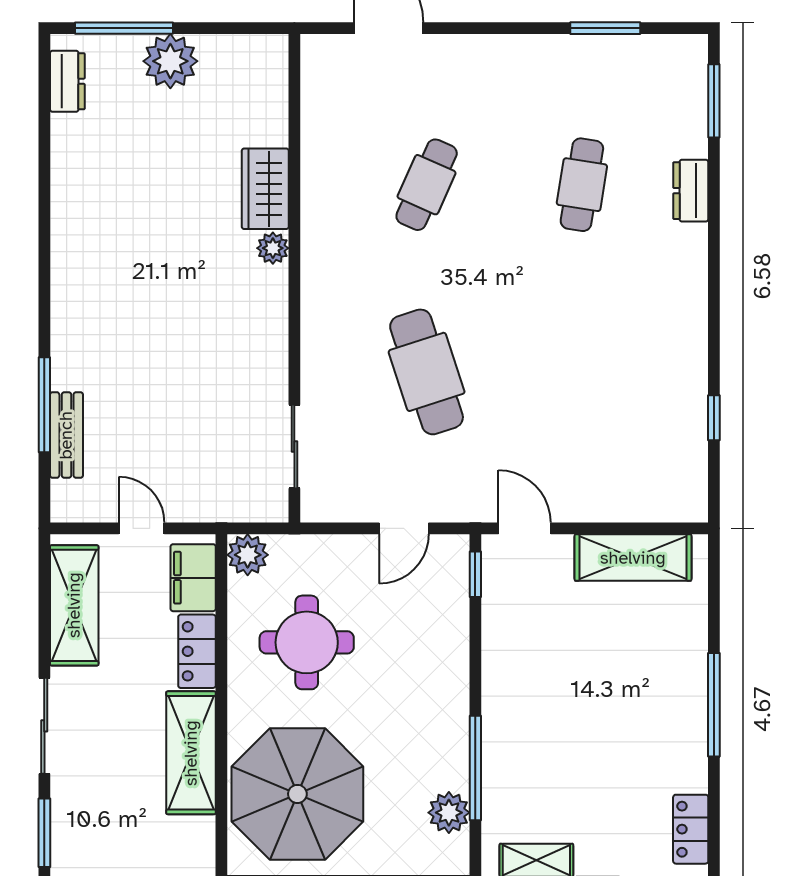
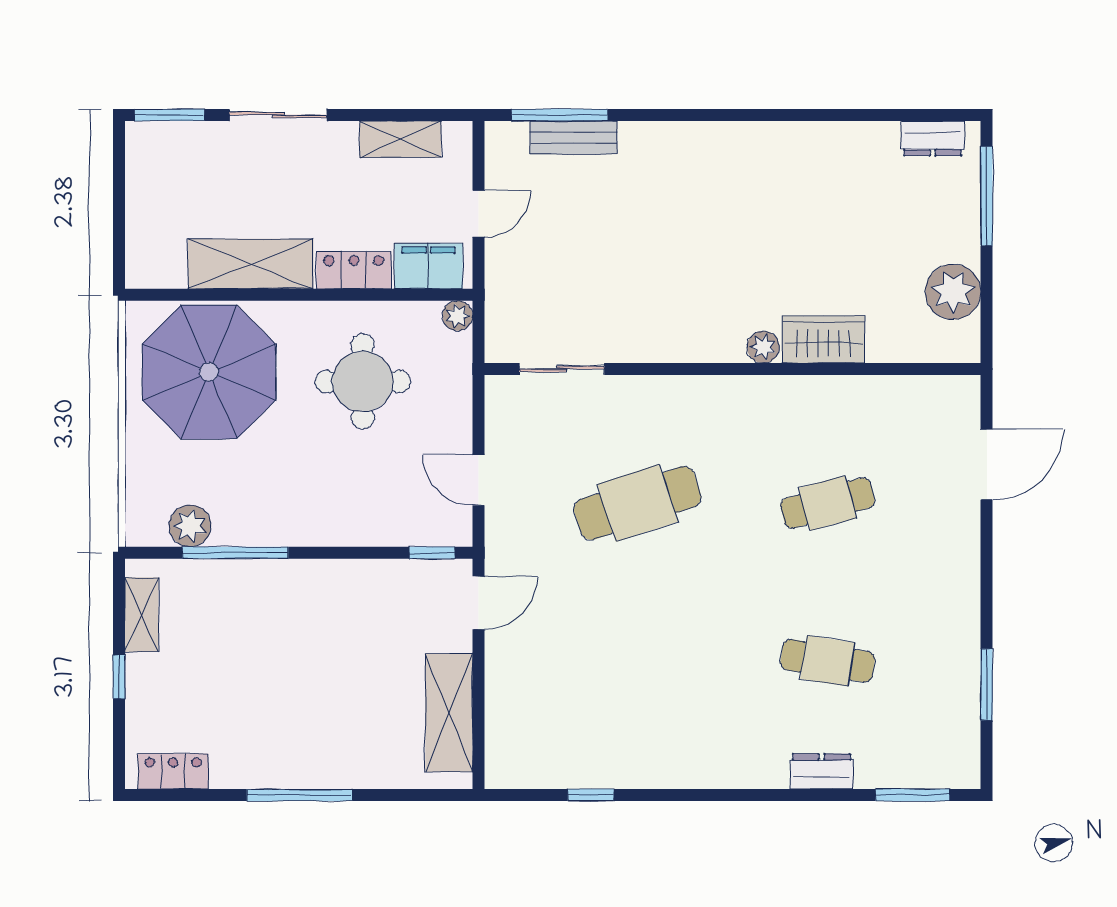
plant: (170, 61) -> (953, 292), moved
cafe table: (427, 185) -> (828, 503), turned -39
window: (44, 405) -> (560, 115), moved
plant: (248, 555) -> (458, 316), width x0.73, depth x0.73
shelving: (74, 605) -> (400, 139), width x0.67, depth x0.75

